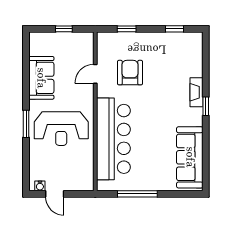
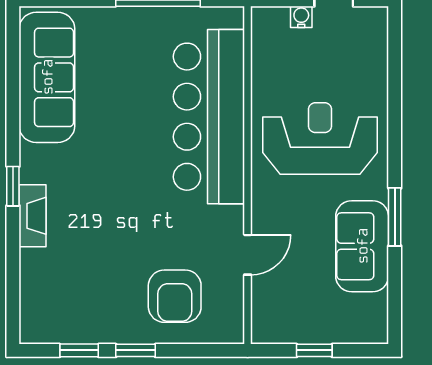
window: (127, 29) -> (136, 350), moved
armchair: (130, 73) -> (175, 296), moved
window: (26, 124) -> (395, 217), moved
water cooler: (40, 186) -> (301, 17), moved

